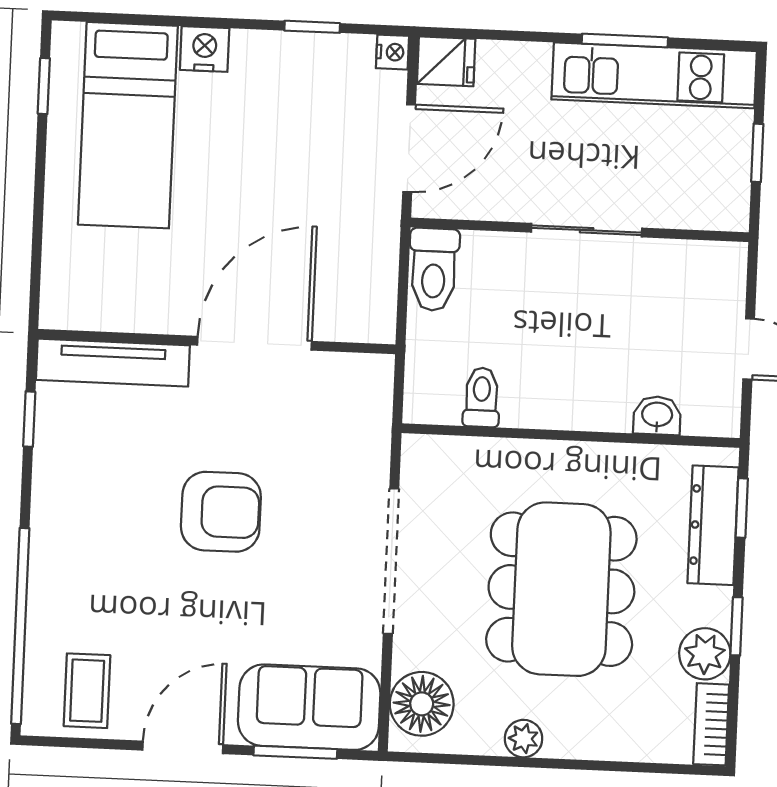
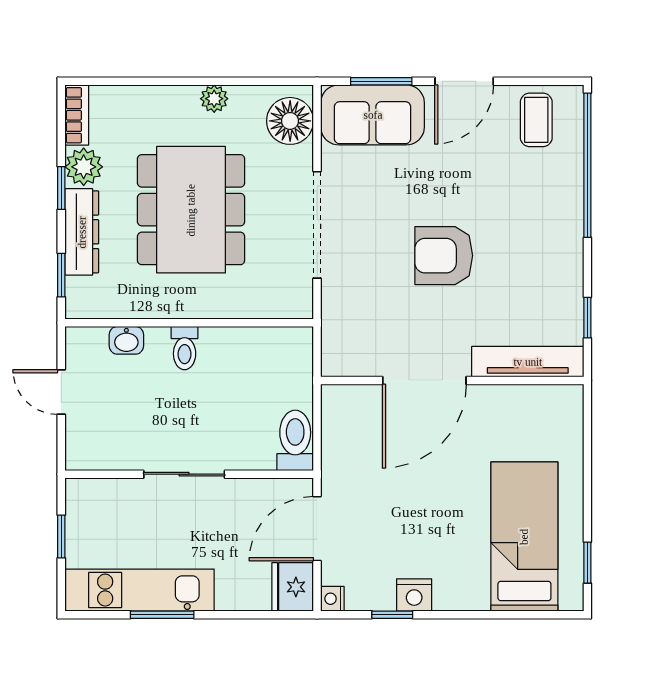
nightstand: (205, 49) -> (414, 595), moved
fridge: (446, 61) -> (293, 587), width x1.38
toilet: (482, 397) -> (185, 348), moved
dresser: (713, 525) -> (82, 232), moved

